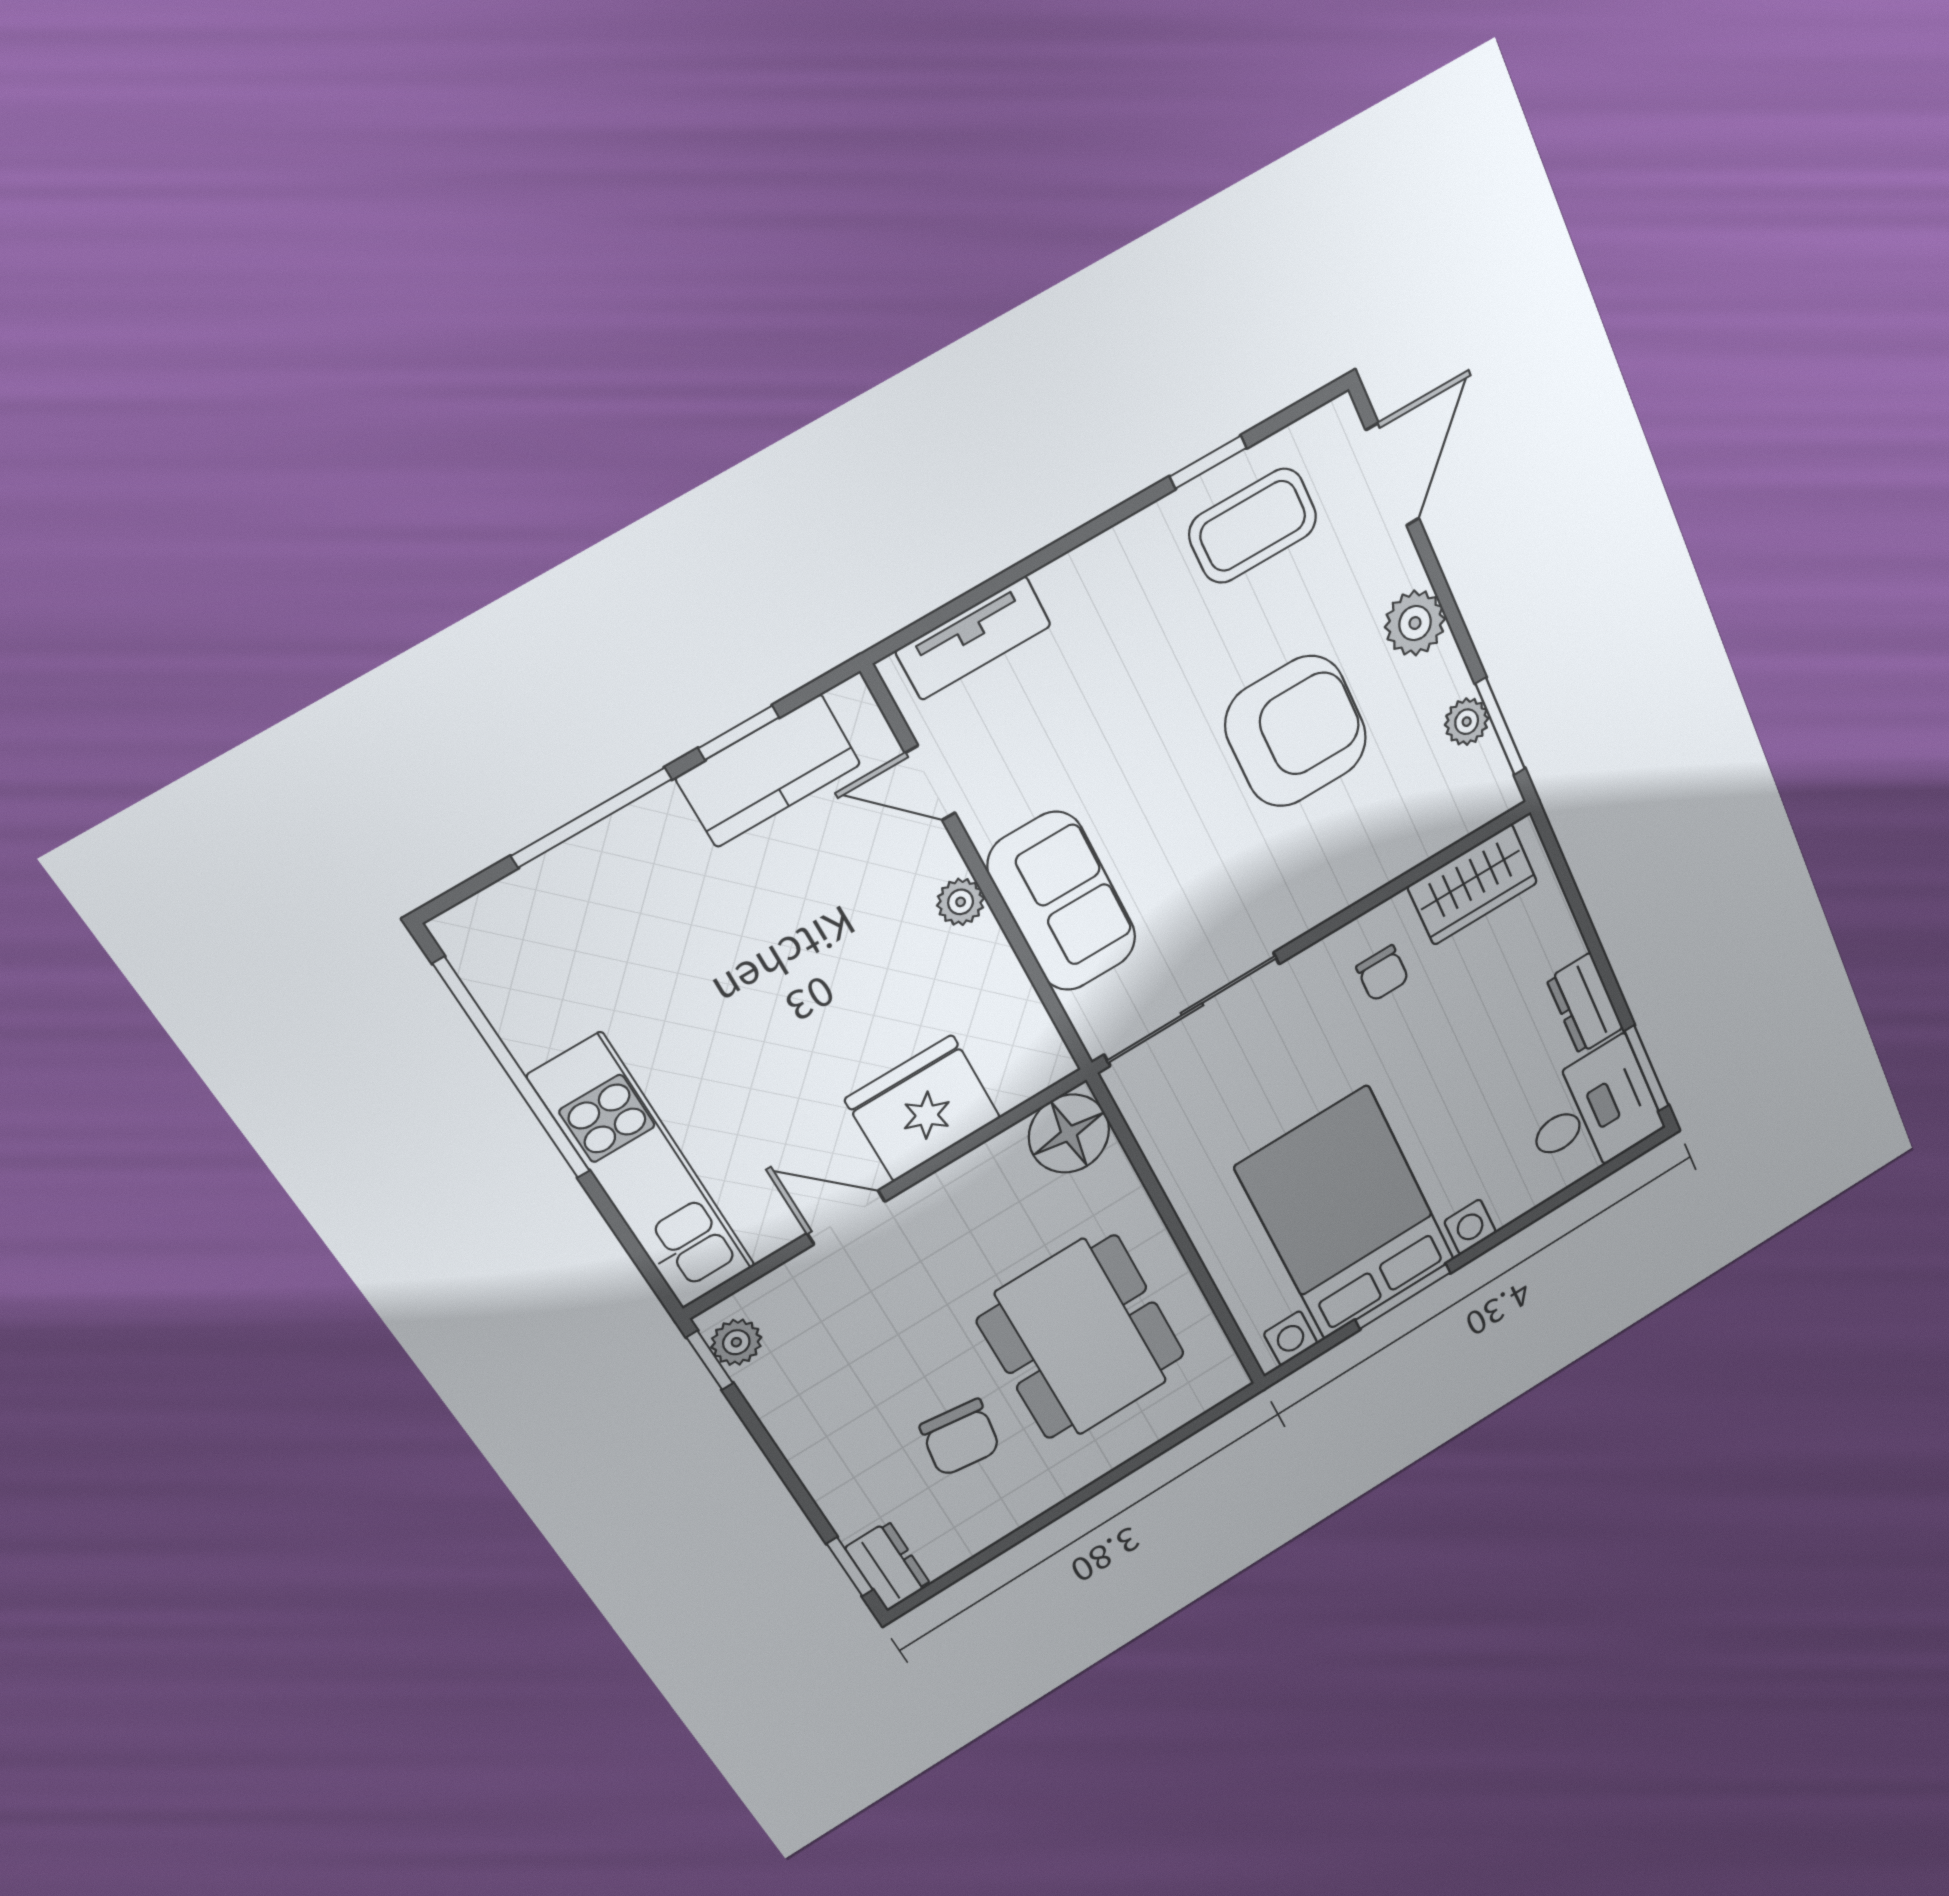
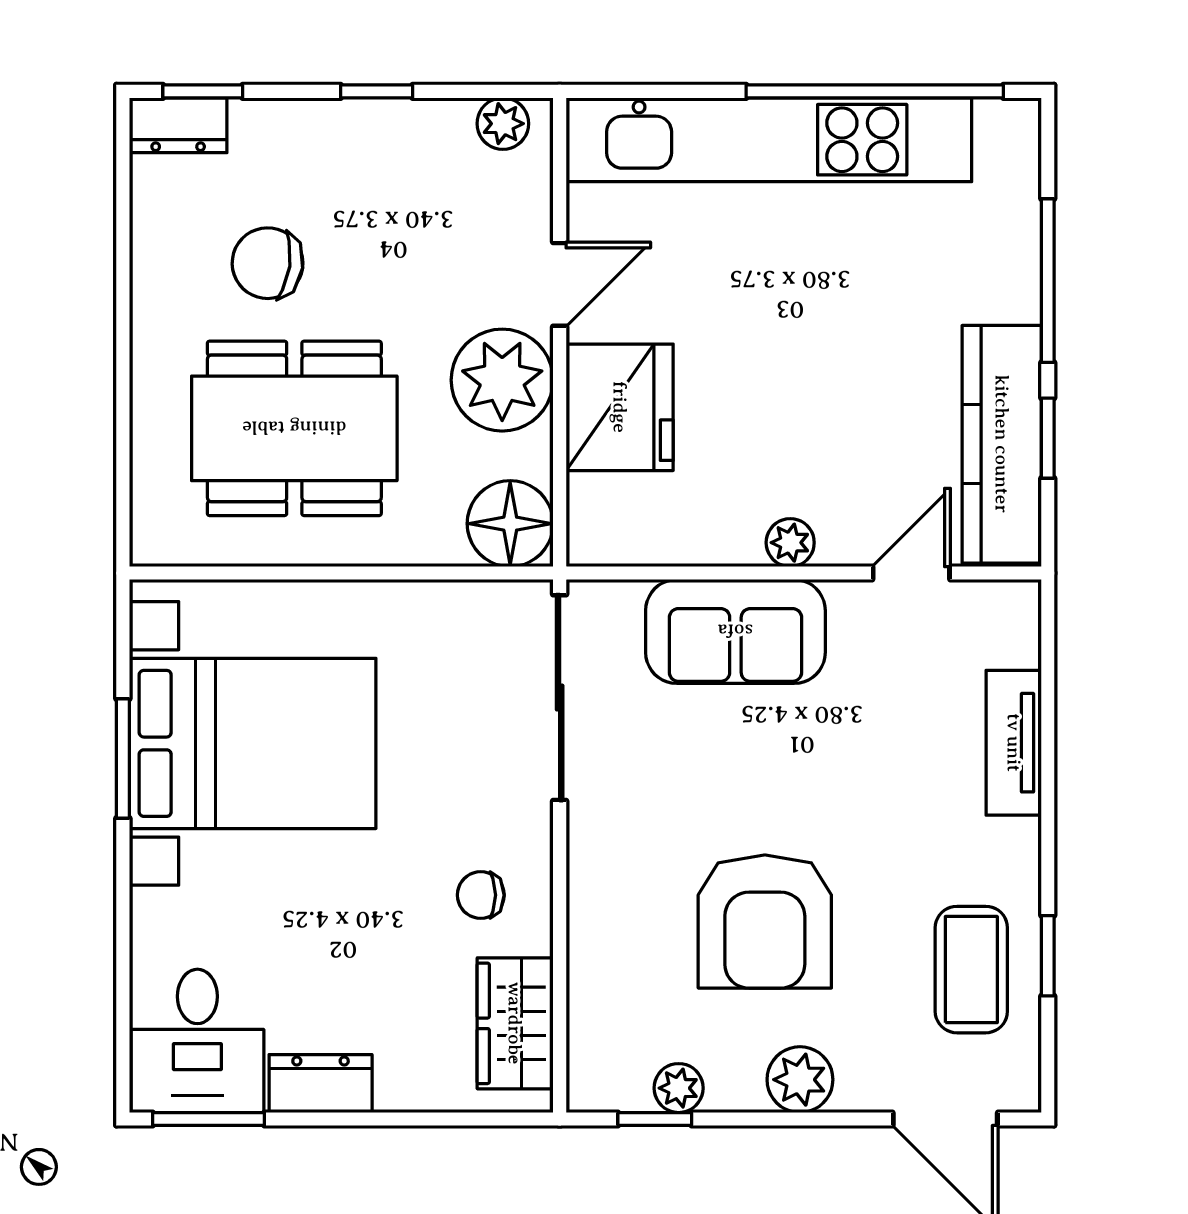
tv unit: (973, 638) -> (1014, 743), moved
window: (1500, 726) -> (655, 1119), width x0.67
kitchen counter: (768, 771) -> (1002, 444), width x1.50
kitchen unit: (643, 1173) -> (769, 140), width x1.36
plant: (953, 1212) -> (502, 380), added
window: (710, 1360) -> (377, 91), moved

